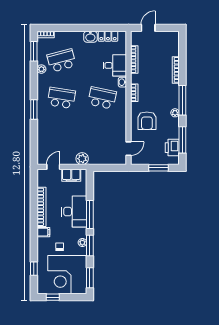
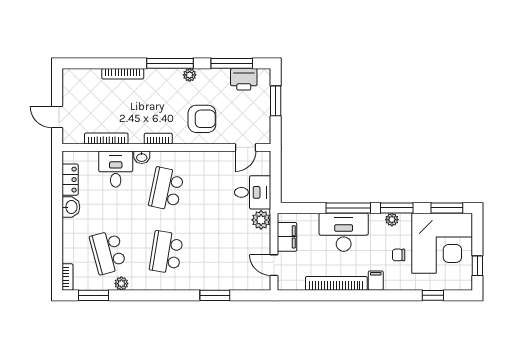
window: (34, 110) -> (215, 295), moved
door: (129, 149) -> (245, 147), swing flipped
desk: (100, 153) -> (253, 192), added

